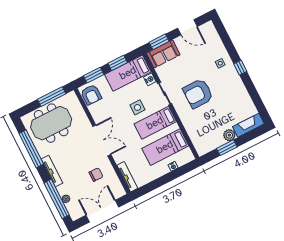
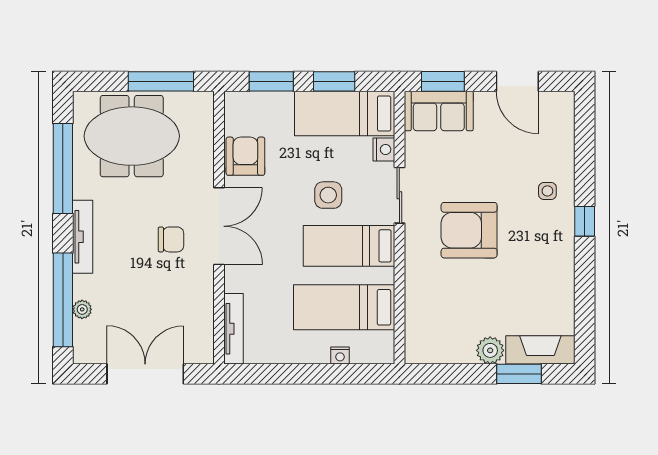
armchair: (91, 95) -> (245, 156), moved, turned 180
window: (227, 148) -> (519, 374), moved
chair: (96, 175) -> (171, 239), moved

